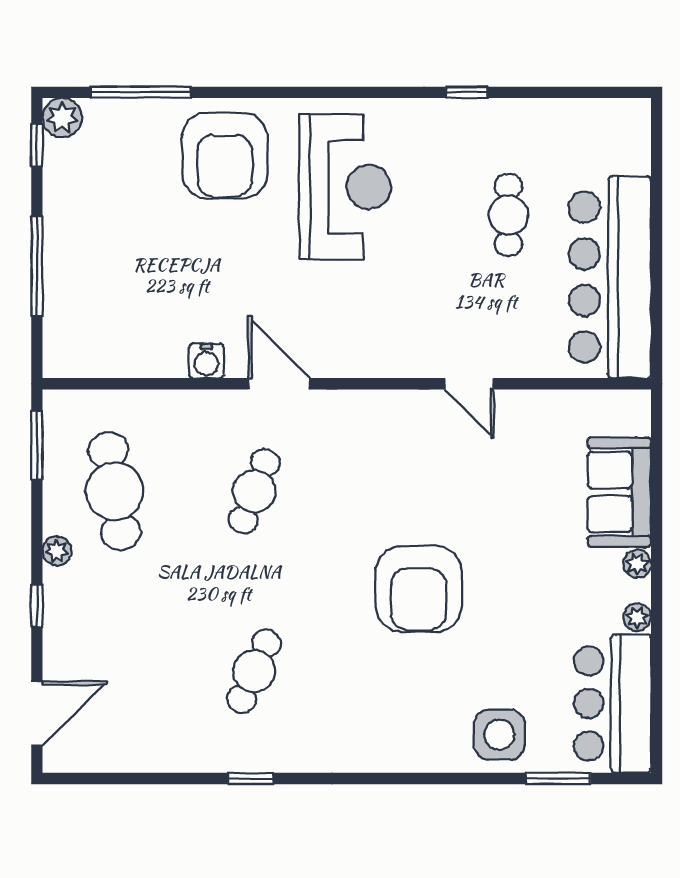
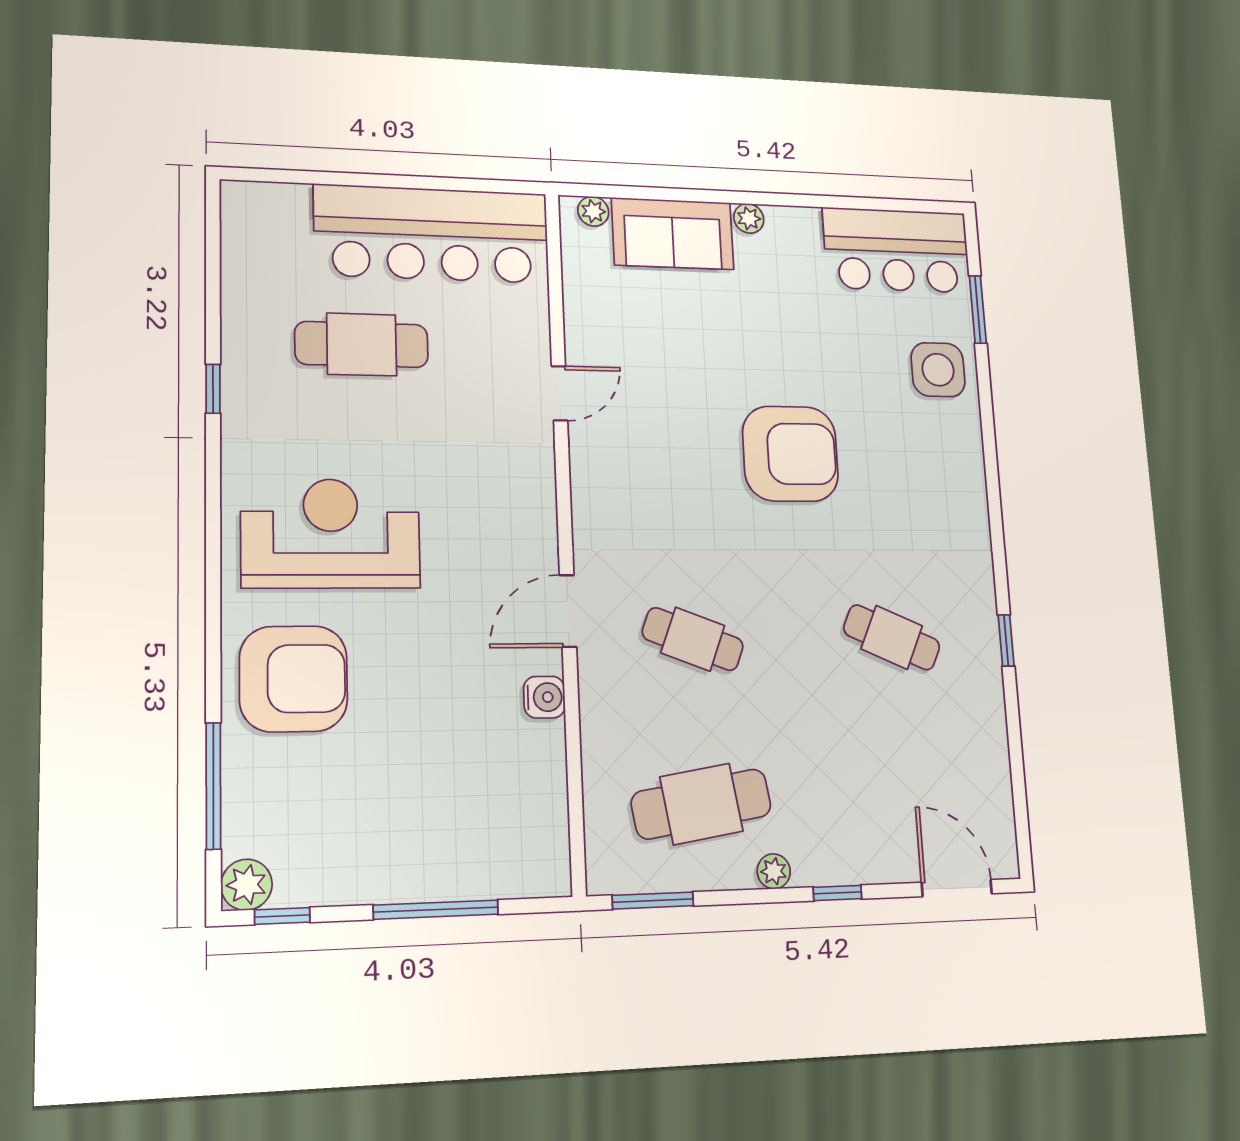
cafe table: (508, 215) -> (362, 344), width x1.37, depth x1.35
plant: (637, 617) -> (593, 211), moved

